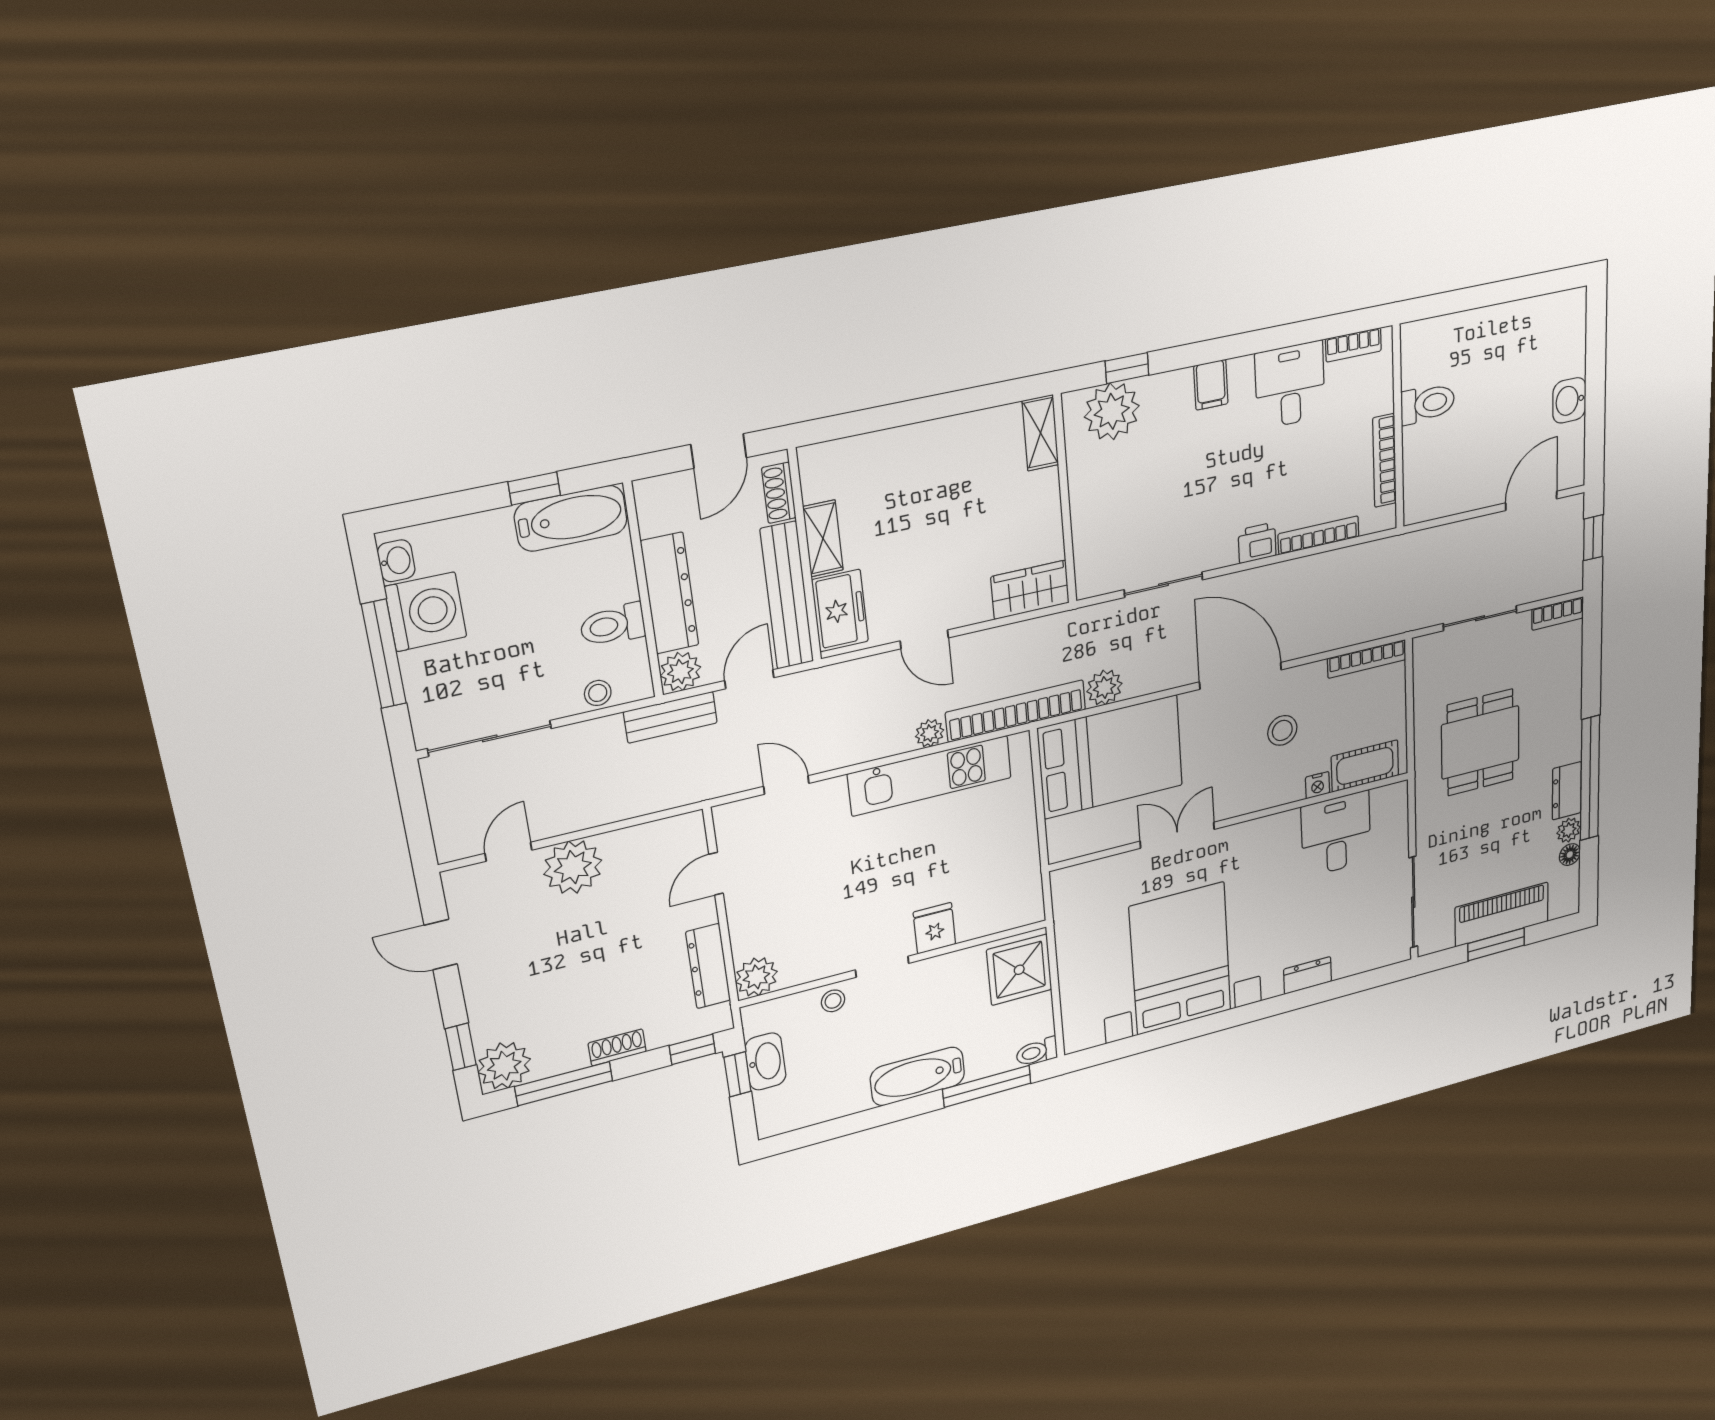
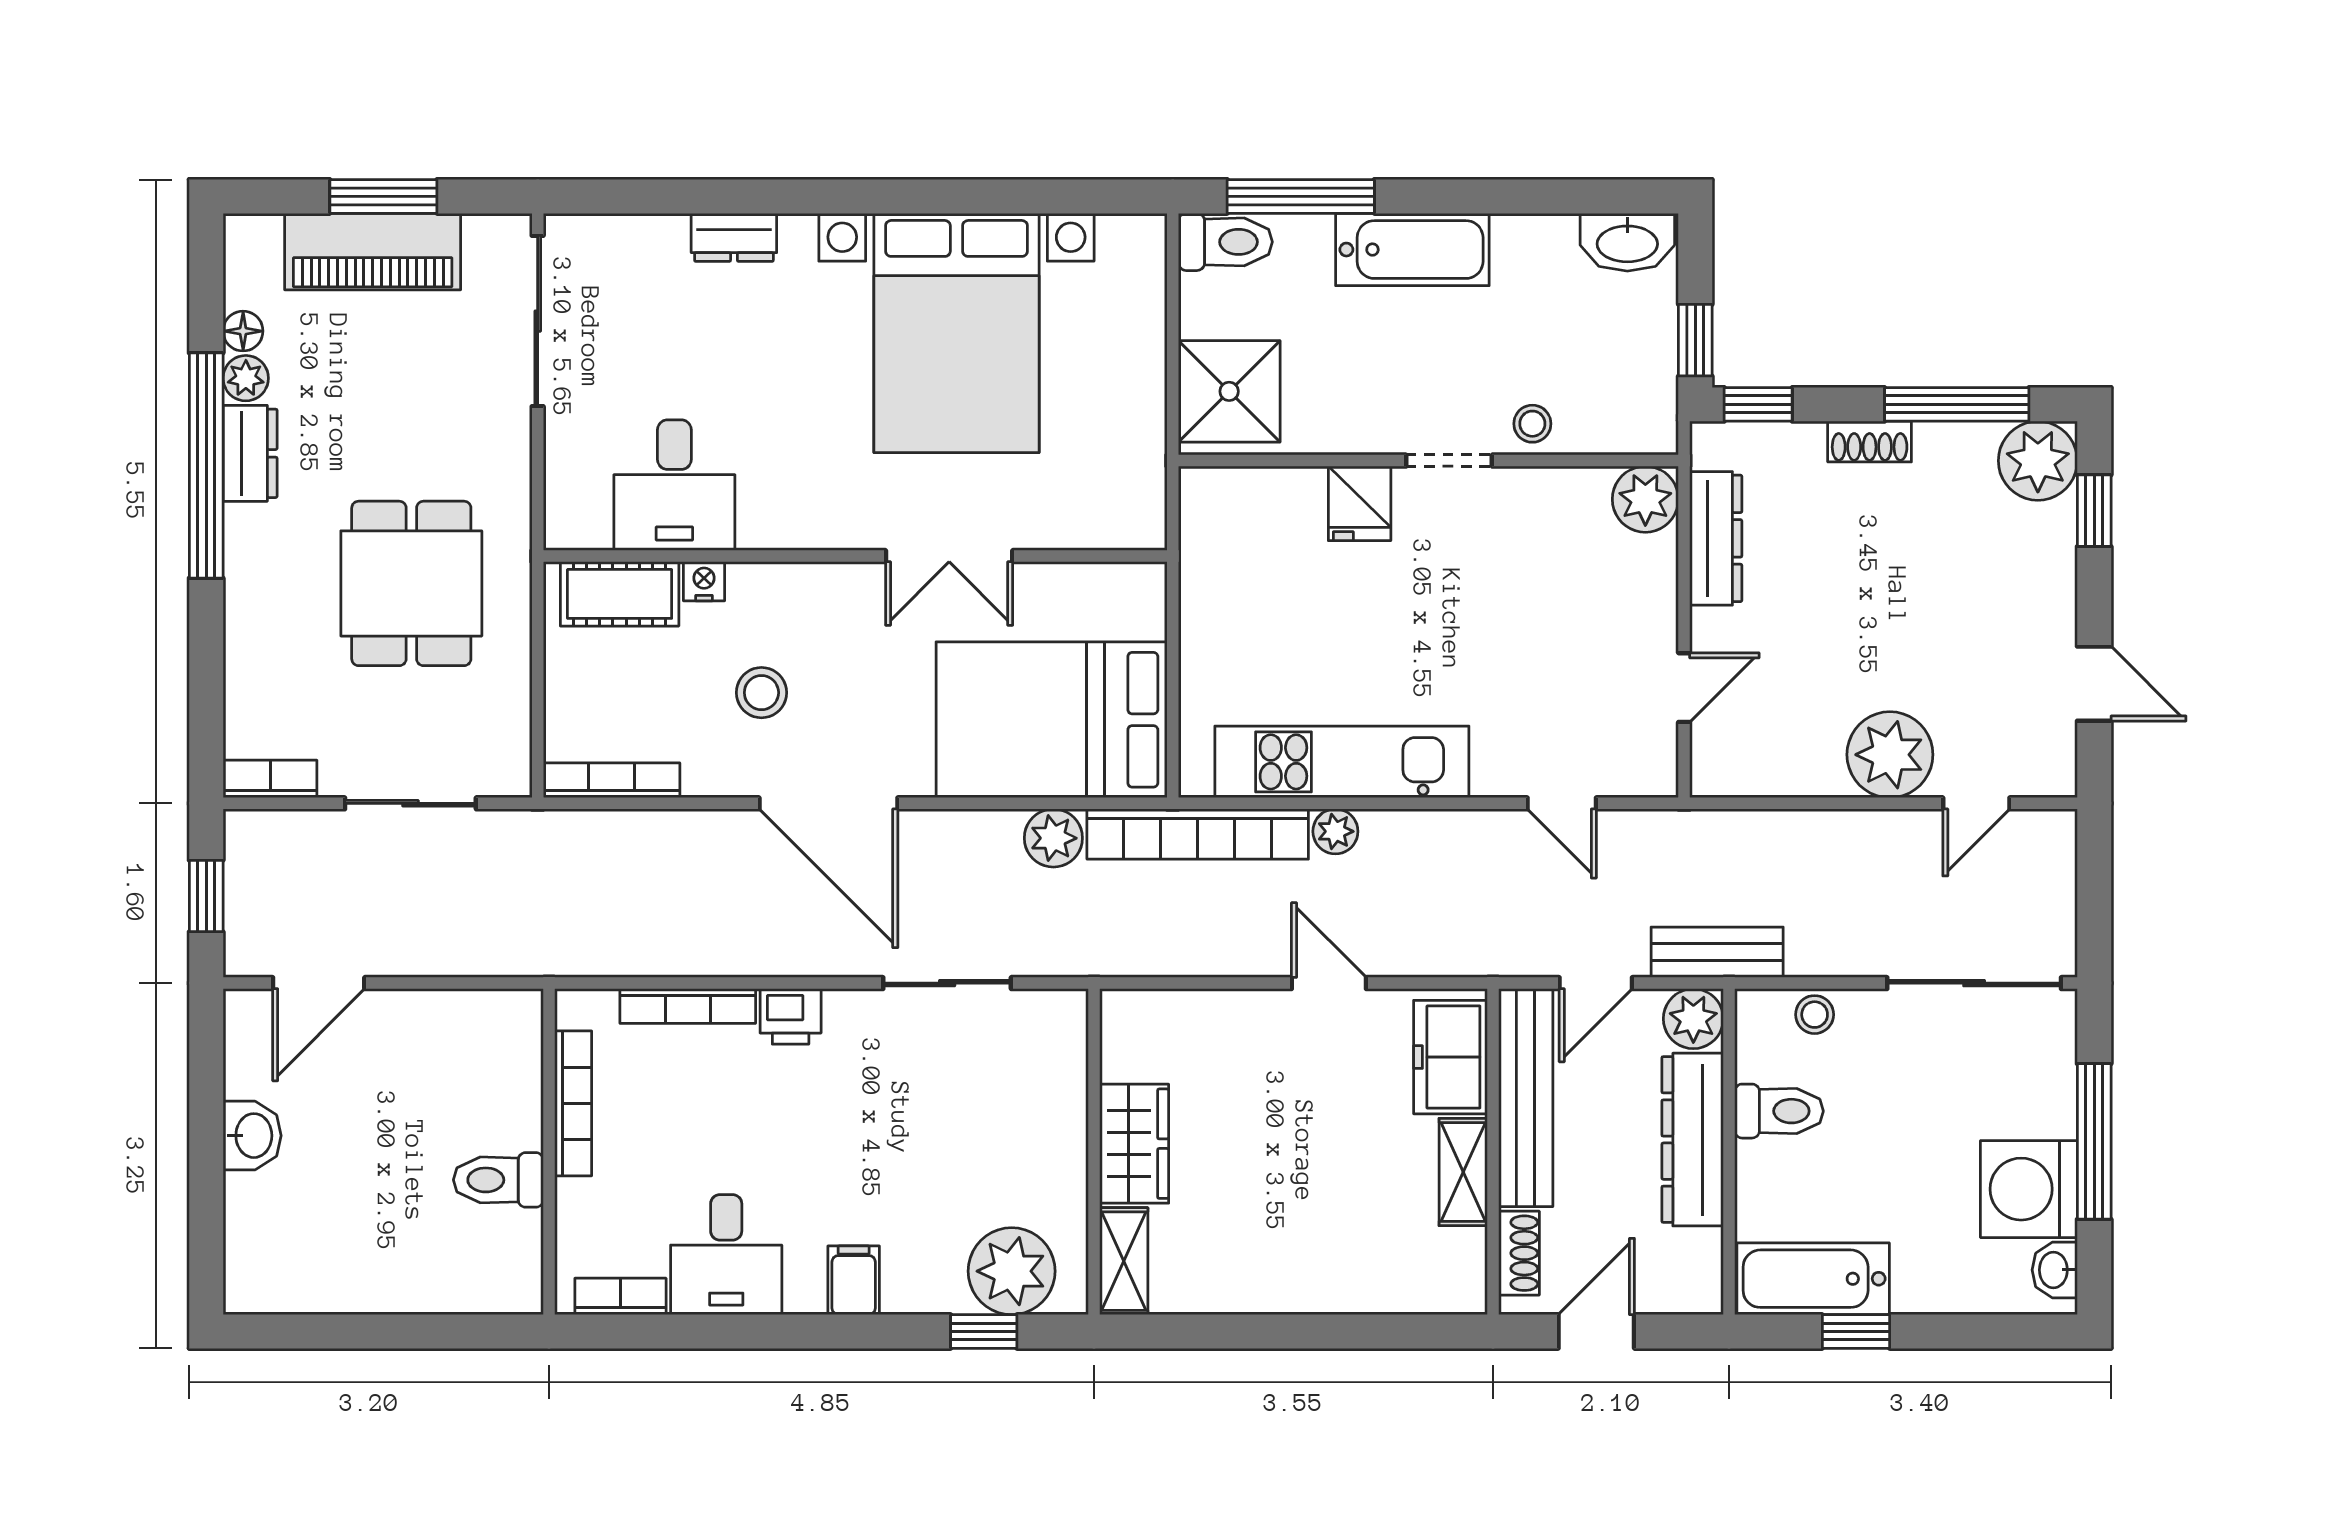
wardrobe: (1030, 590) -> (1134, 1144), moved, turned -90
toilet: (1037, 1052) -> (1225, 242), width x1.37, depth x1.39
washbasin: (765, 1061) -> (1627, 242), moved, turned -90

